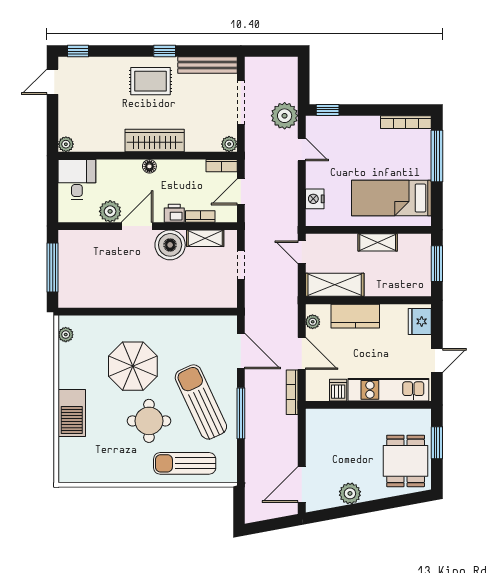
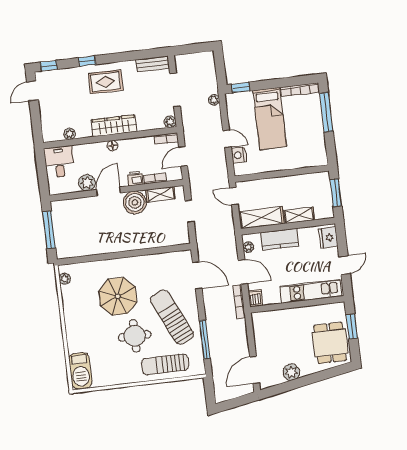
window: (165, 51) -> (87, 61), moved
bench: (207, 65) -> (153, 64), width x0.73
plant: (285, 116) -> (214, 100), width x0.53, depth x0.53
plant: (66, 144) -> (70, 134), moved
door: (302, 149) -> (227, 139), moved
bed: (391, 198) -> (270, 119), moved, turned -90
shelving: (378, 242) -> (299, 215), moved
dishwasher: (338, 390) -> (255, 298), moved
barbecue: (72, 413) -> (80, 371), moved
window: (241, 413) -> (205, 340), moved

